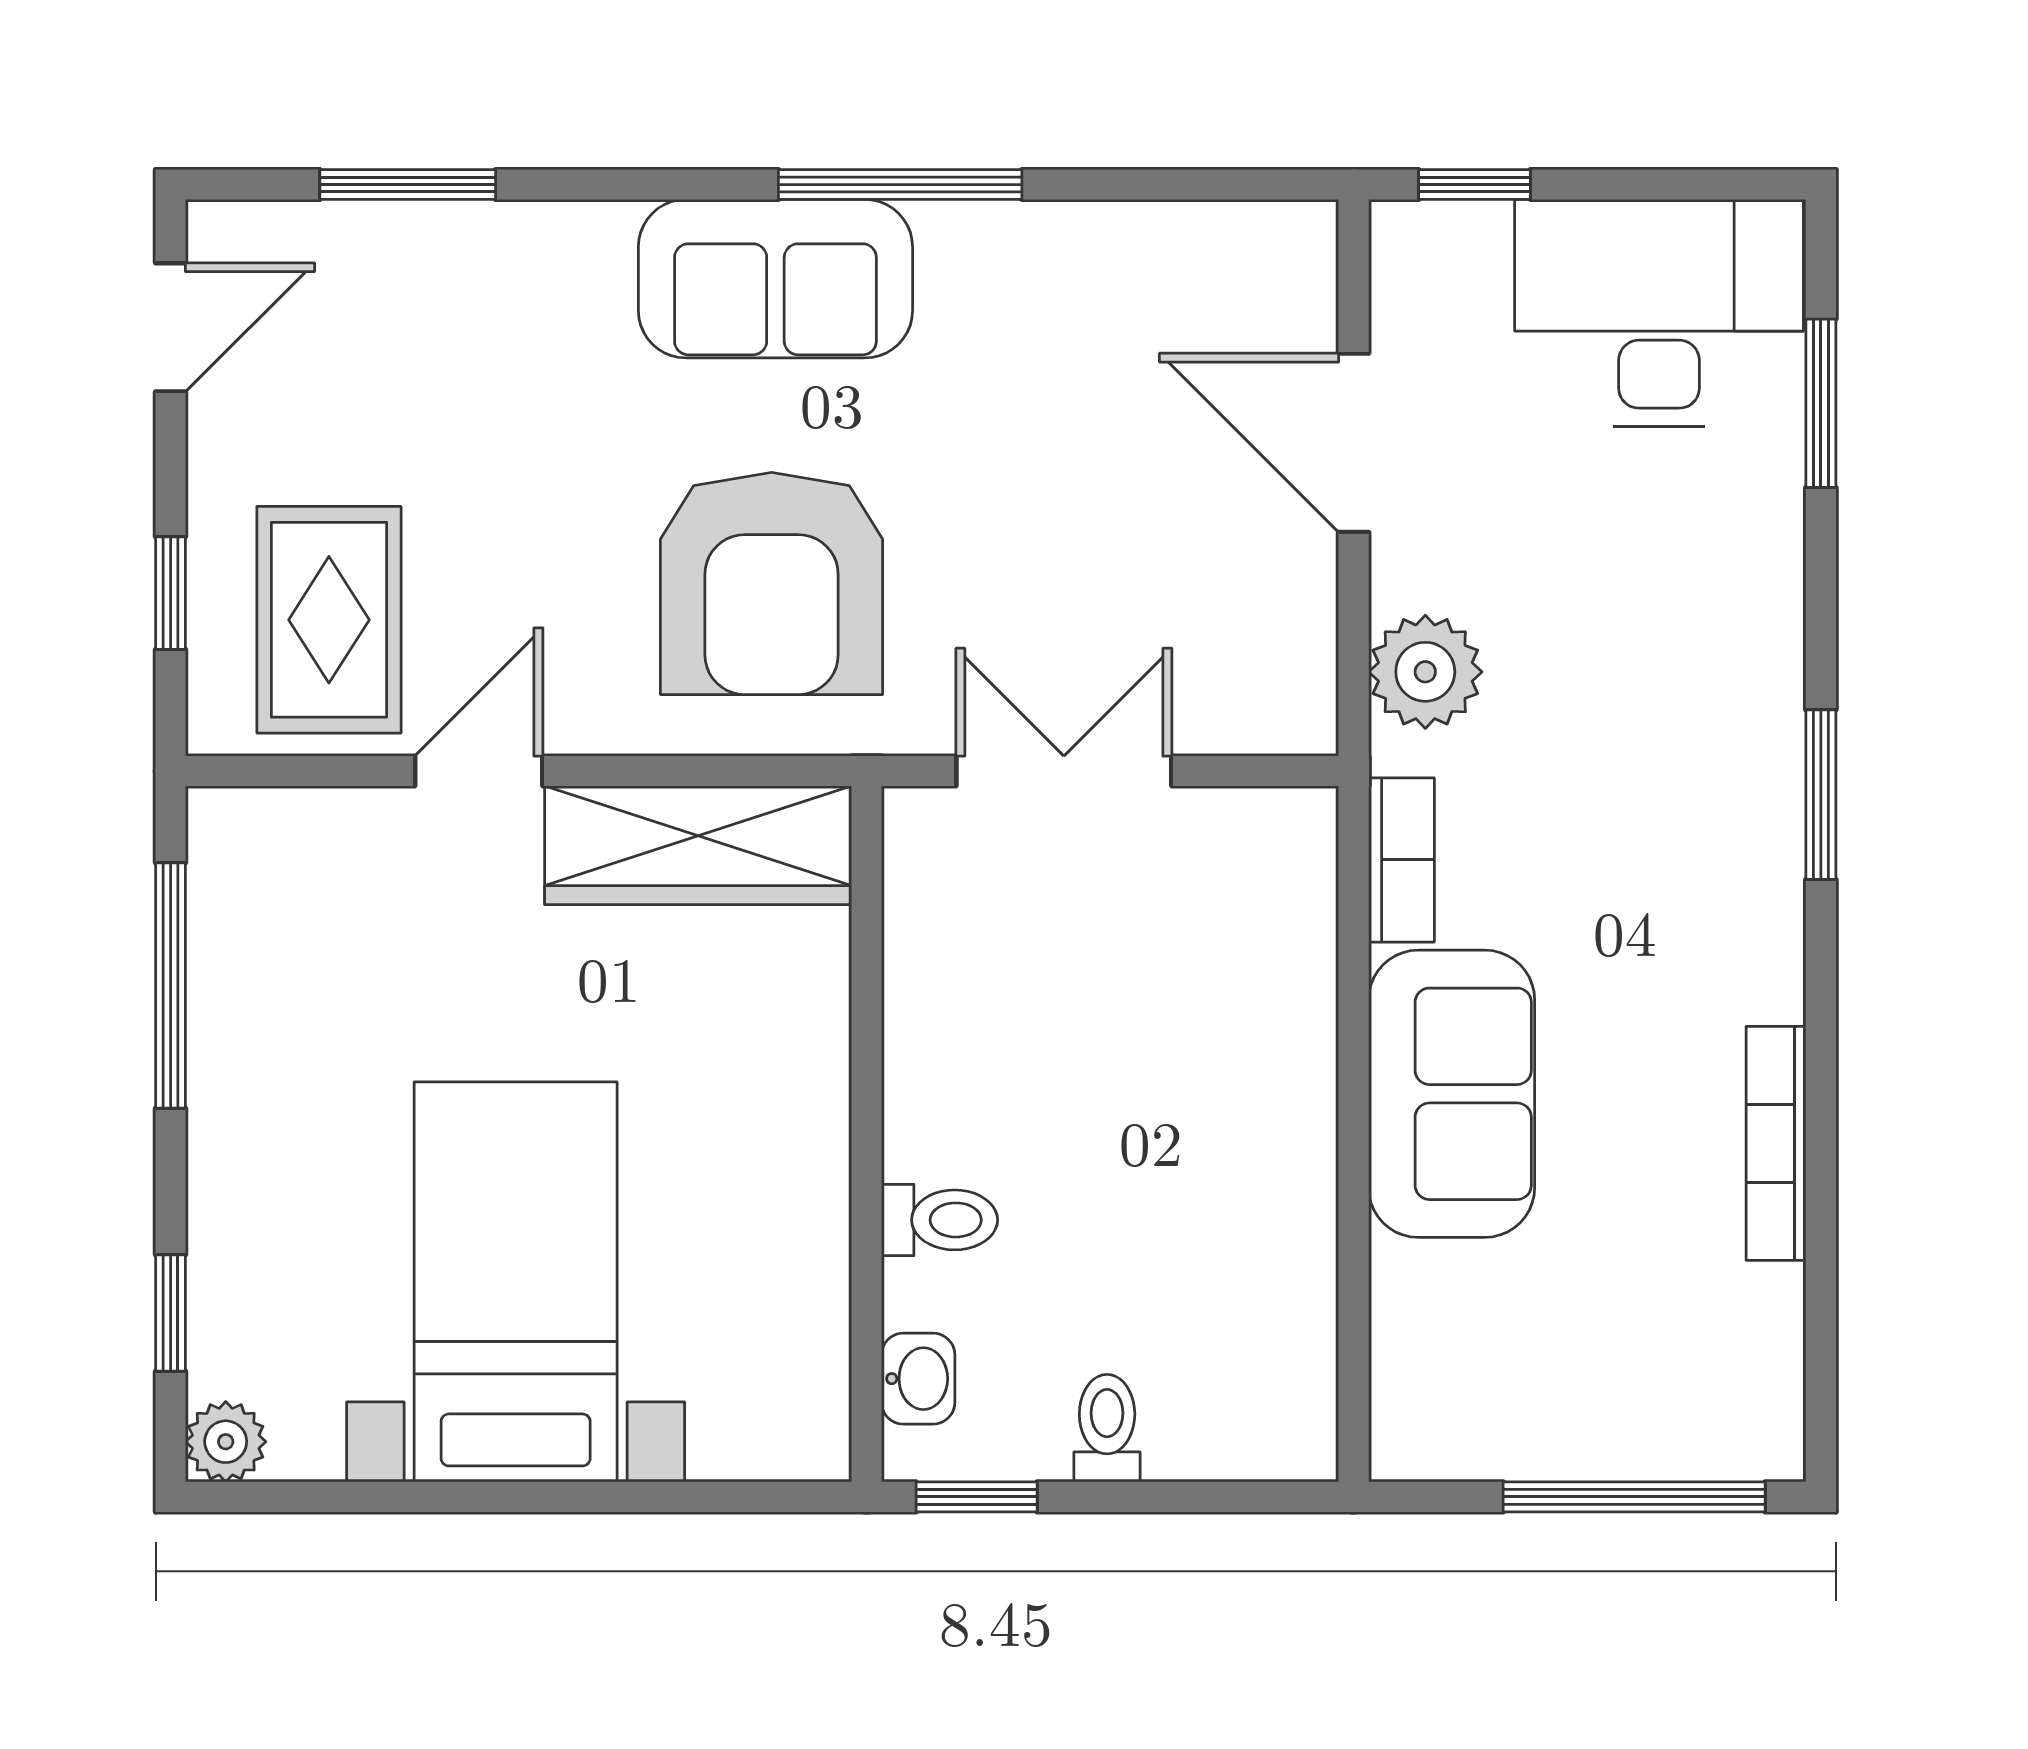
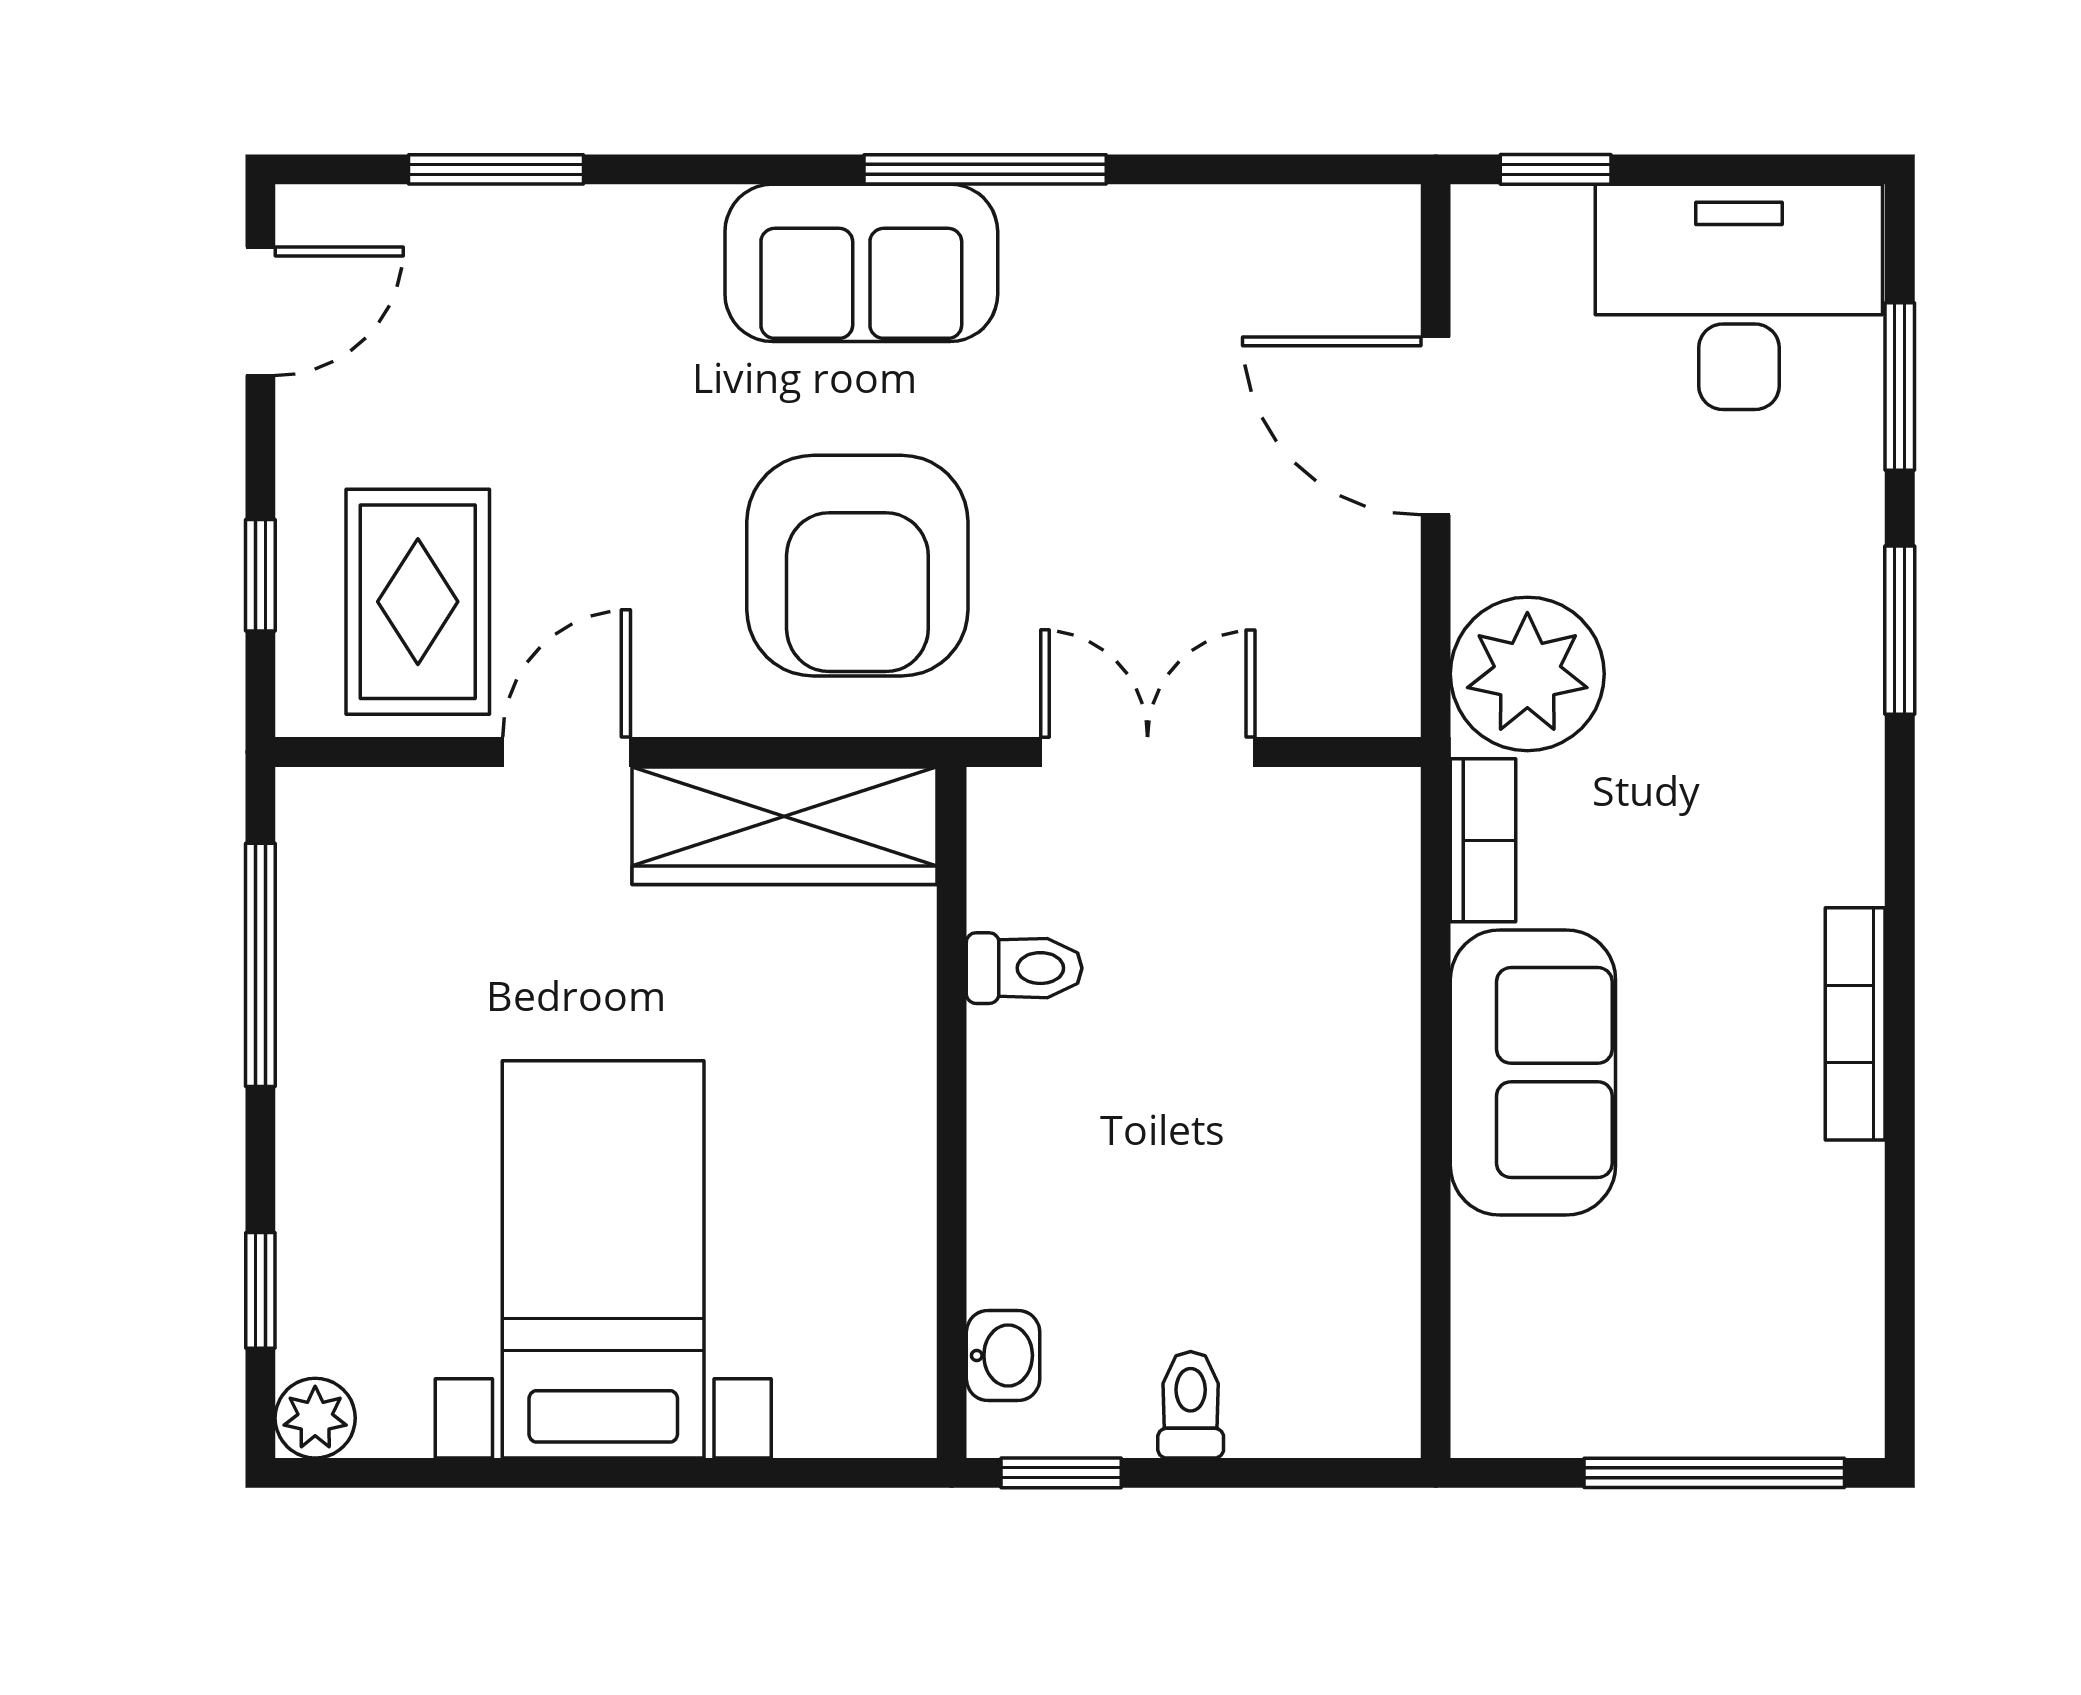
plant: (1425, 672) -> (1527, 674), width x1.36, depth x1.36
window: (1821, 795) -> (1900, 630), moved
bookcase: (1776, 1143) -> (1855, 1024), moved
toilet: (939, 1220) -> (1024, 968), moved

